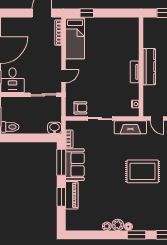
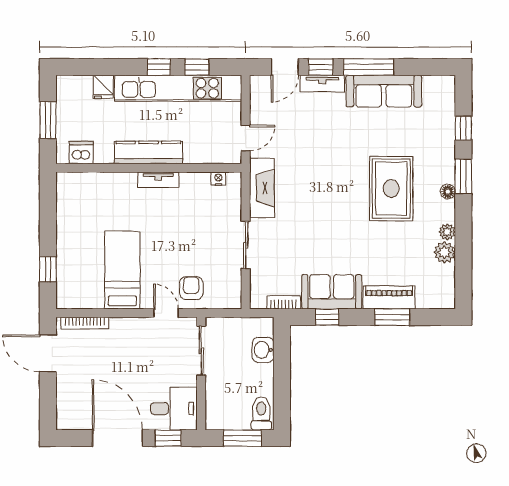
dishwasher: (149, 31) -> (81, 153), added
bed: (75, 38) -> (122, 270), moved, turned -90
armchair: (80, 108) -> (191, 288), moved
washbasin: (55, 128) -> (263, 350), moved
window: (61, 162) -> (327, 317), width x0.46
rug: (143, 171) -> (391, 189), moved
plant: (118, 225) -> (445, 252), moved

